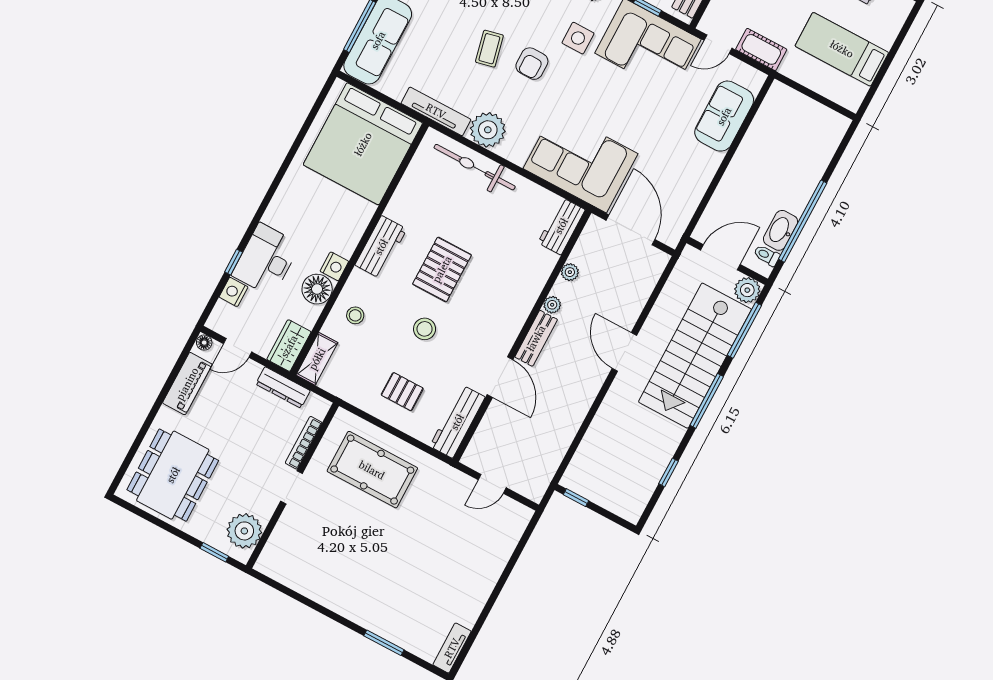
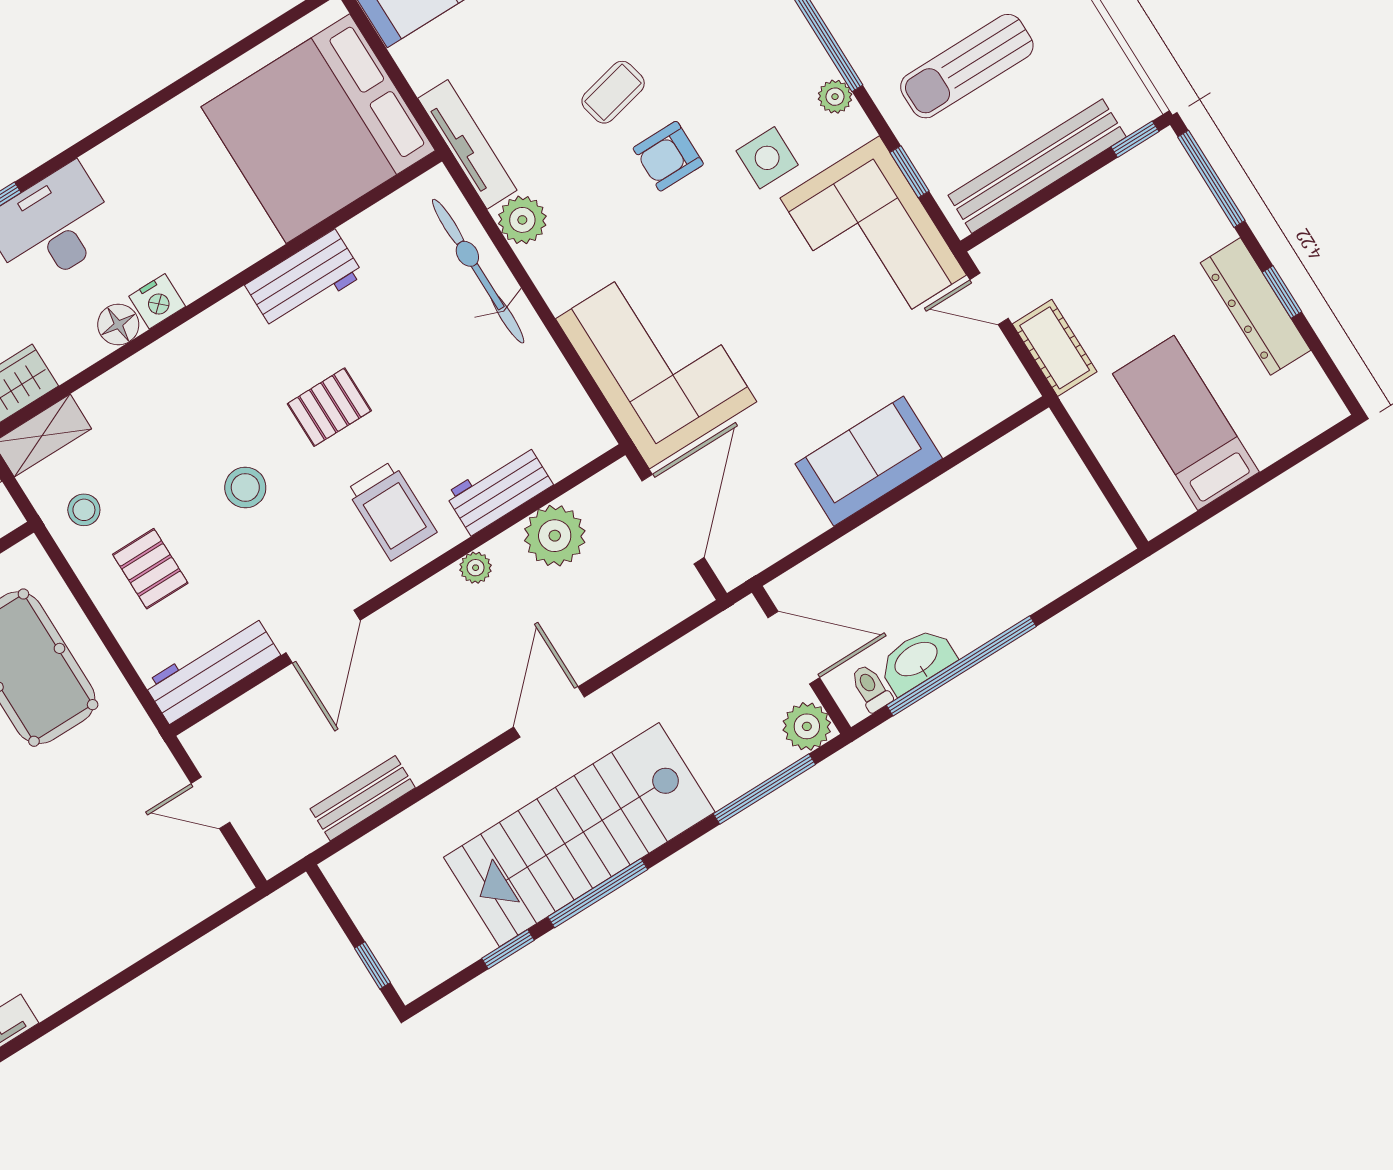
sofa: (724, 116) -> (869, 461), moved
plant: (488, 130) -> (522, 220), width x0.73, depth x0.73
workbench: (561, 226) -> (499, 489), moved
workbench: (381, 247) -> (304, 280), moved
pallet: (442, 269) -> (329, 407), width x0.67, depth x0.71
plant: (570, 272) -> (555, 536), width x1.87, depth x1.87
floor lamp: (317, 289) -> (118, 325), width x0.73, depth x0.73
trolley: (498, 301) -> (392, 511), added
stool: (355, 315) -> (84, 510), moved
bench: (536, 338) -> (363, 798), moved
stairs: (695, 356) -> (579, 835), moved
window: (707, 401) -> (598, 893), moved
window: (576, 498) -> (372, 965), moved

